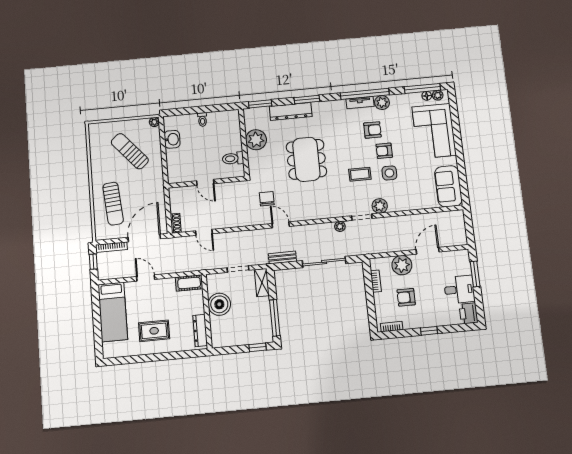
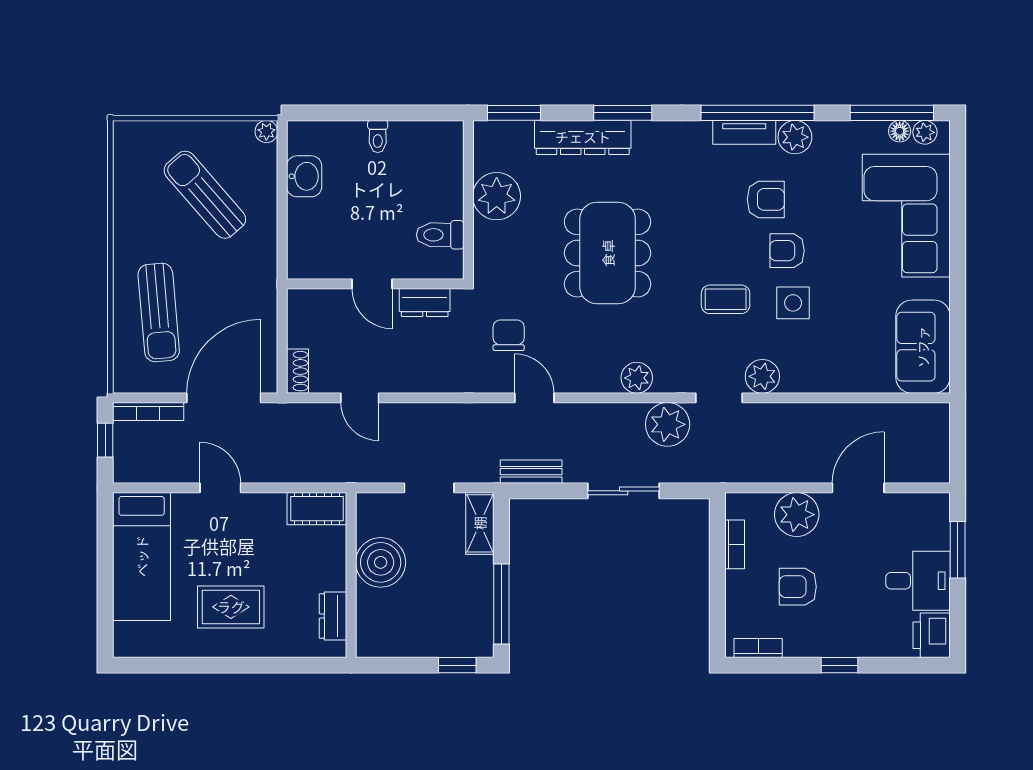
dresser: (229, 188) -> (425, 303), added
plant: (325, 212) -> (637, 378), added
plant: (340, 226) -> (668, 424), width x1.88, depth x1.88
sliding door: (324, 262) -> (624, 491), width x0.73
dresser: (200, 330) -> (333, 616), width x0.70

